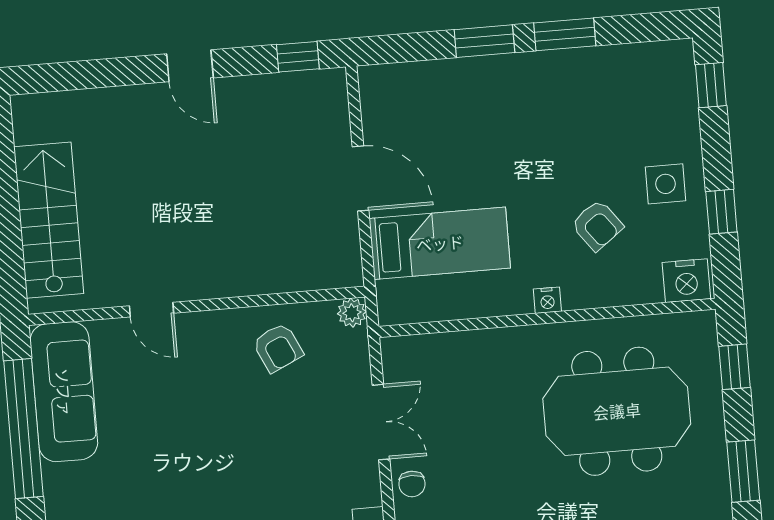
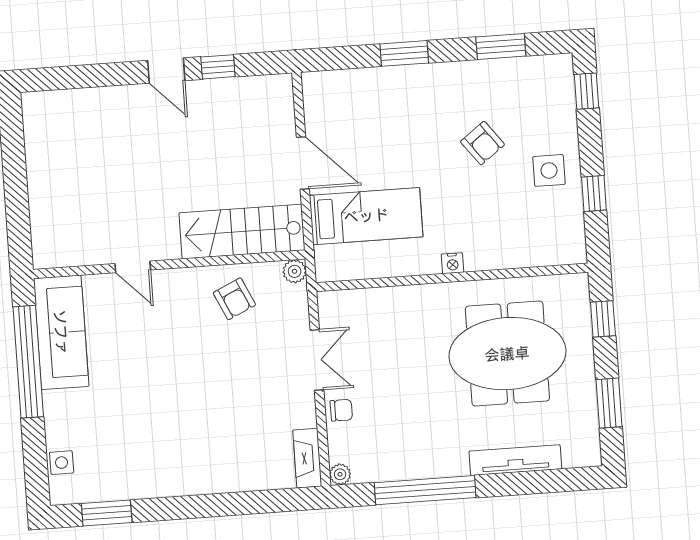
window: (565, 34) -> (501, 47), moved
window: (298, 57) -> (218, 67), moved
stairs: (49, 220) -> (242, 232), moved, turned -90
armchair: (597, 225) -> (482, 143), moved
nightstand: (686, 281) -> (565, 249), removed
chair: (412, 484) -> (341, 410), turned -90

